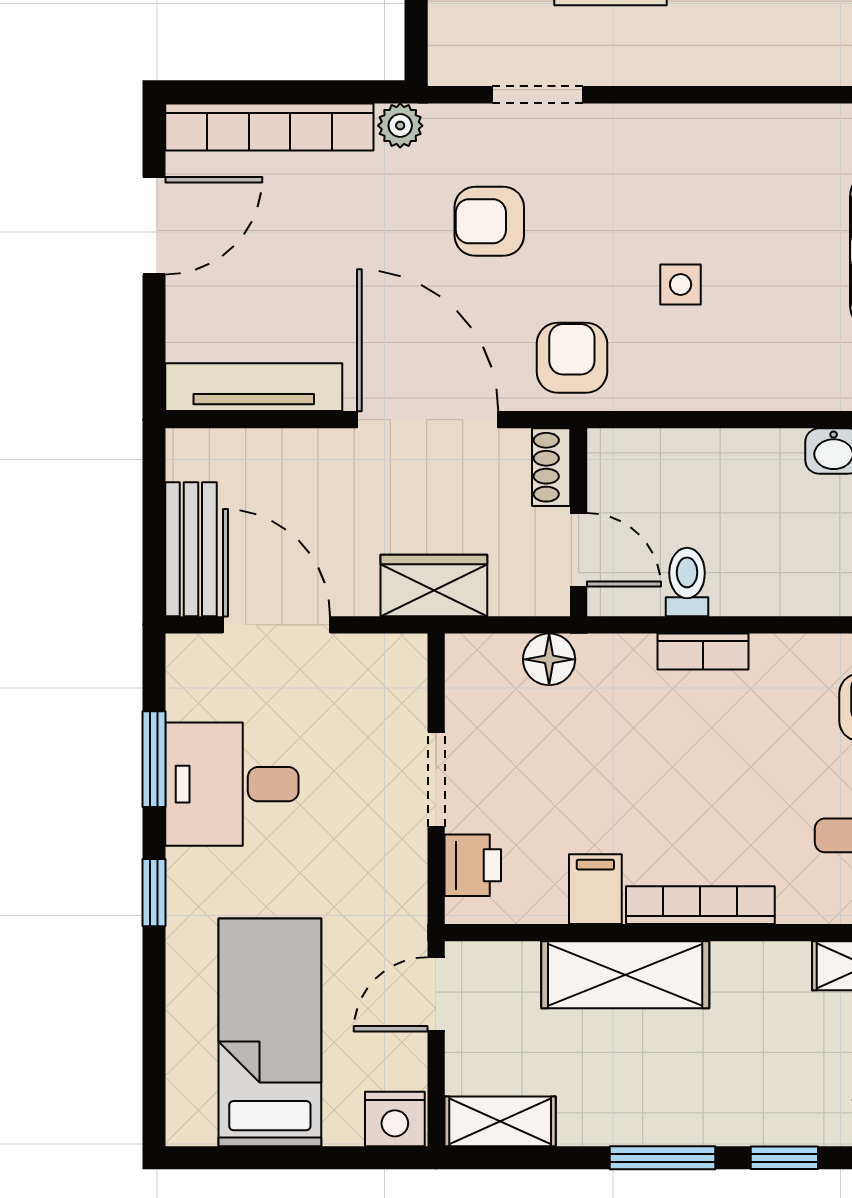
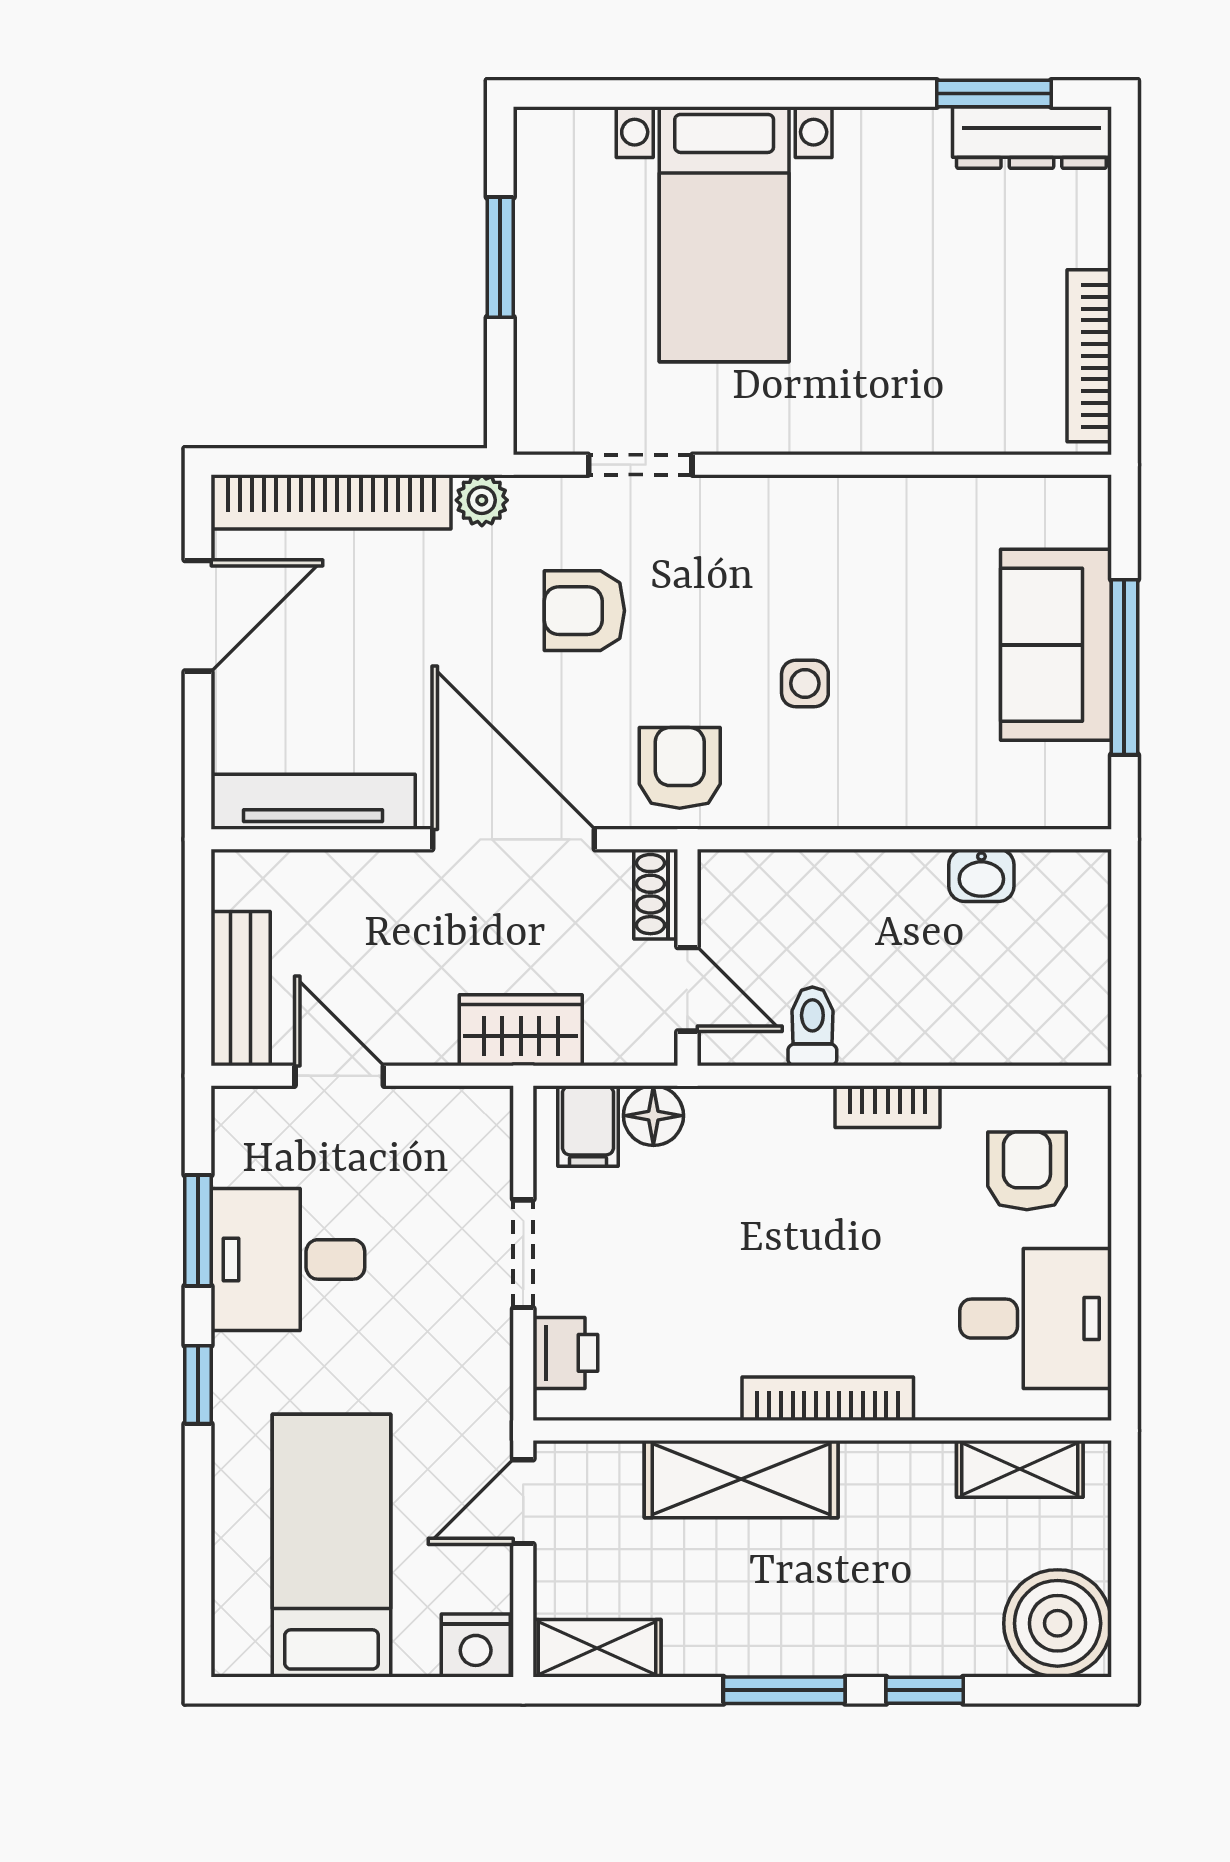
door: (277, 625) -> (339, 1076), width x0.73
bookcase: (703, 652) -> (888, 1107), moved
filing cabinet: (595, 889) -> (588, 1126), moved, turned 180

